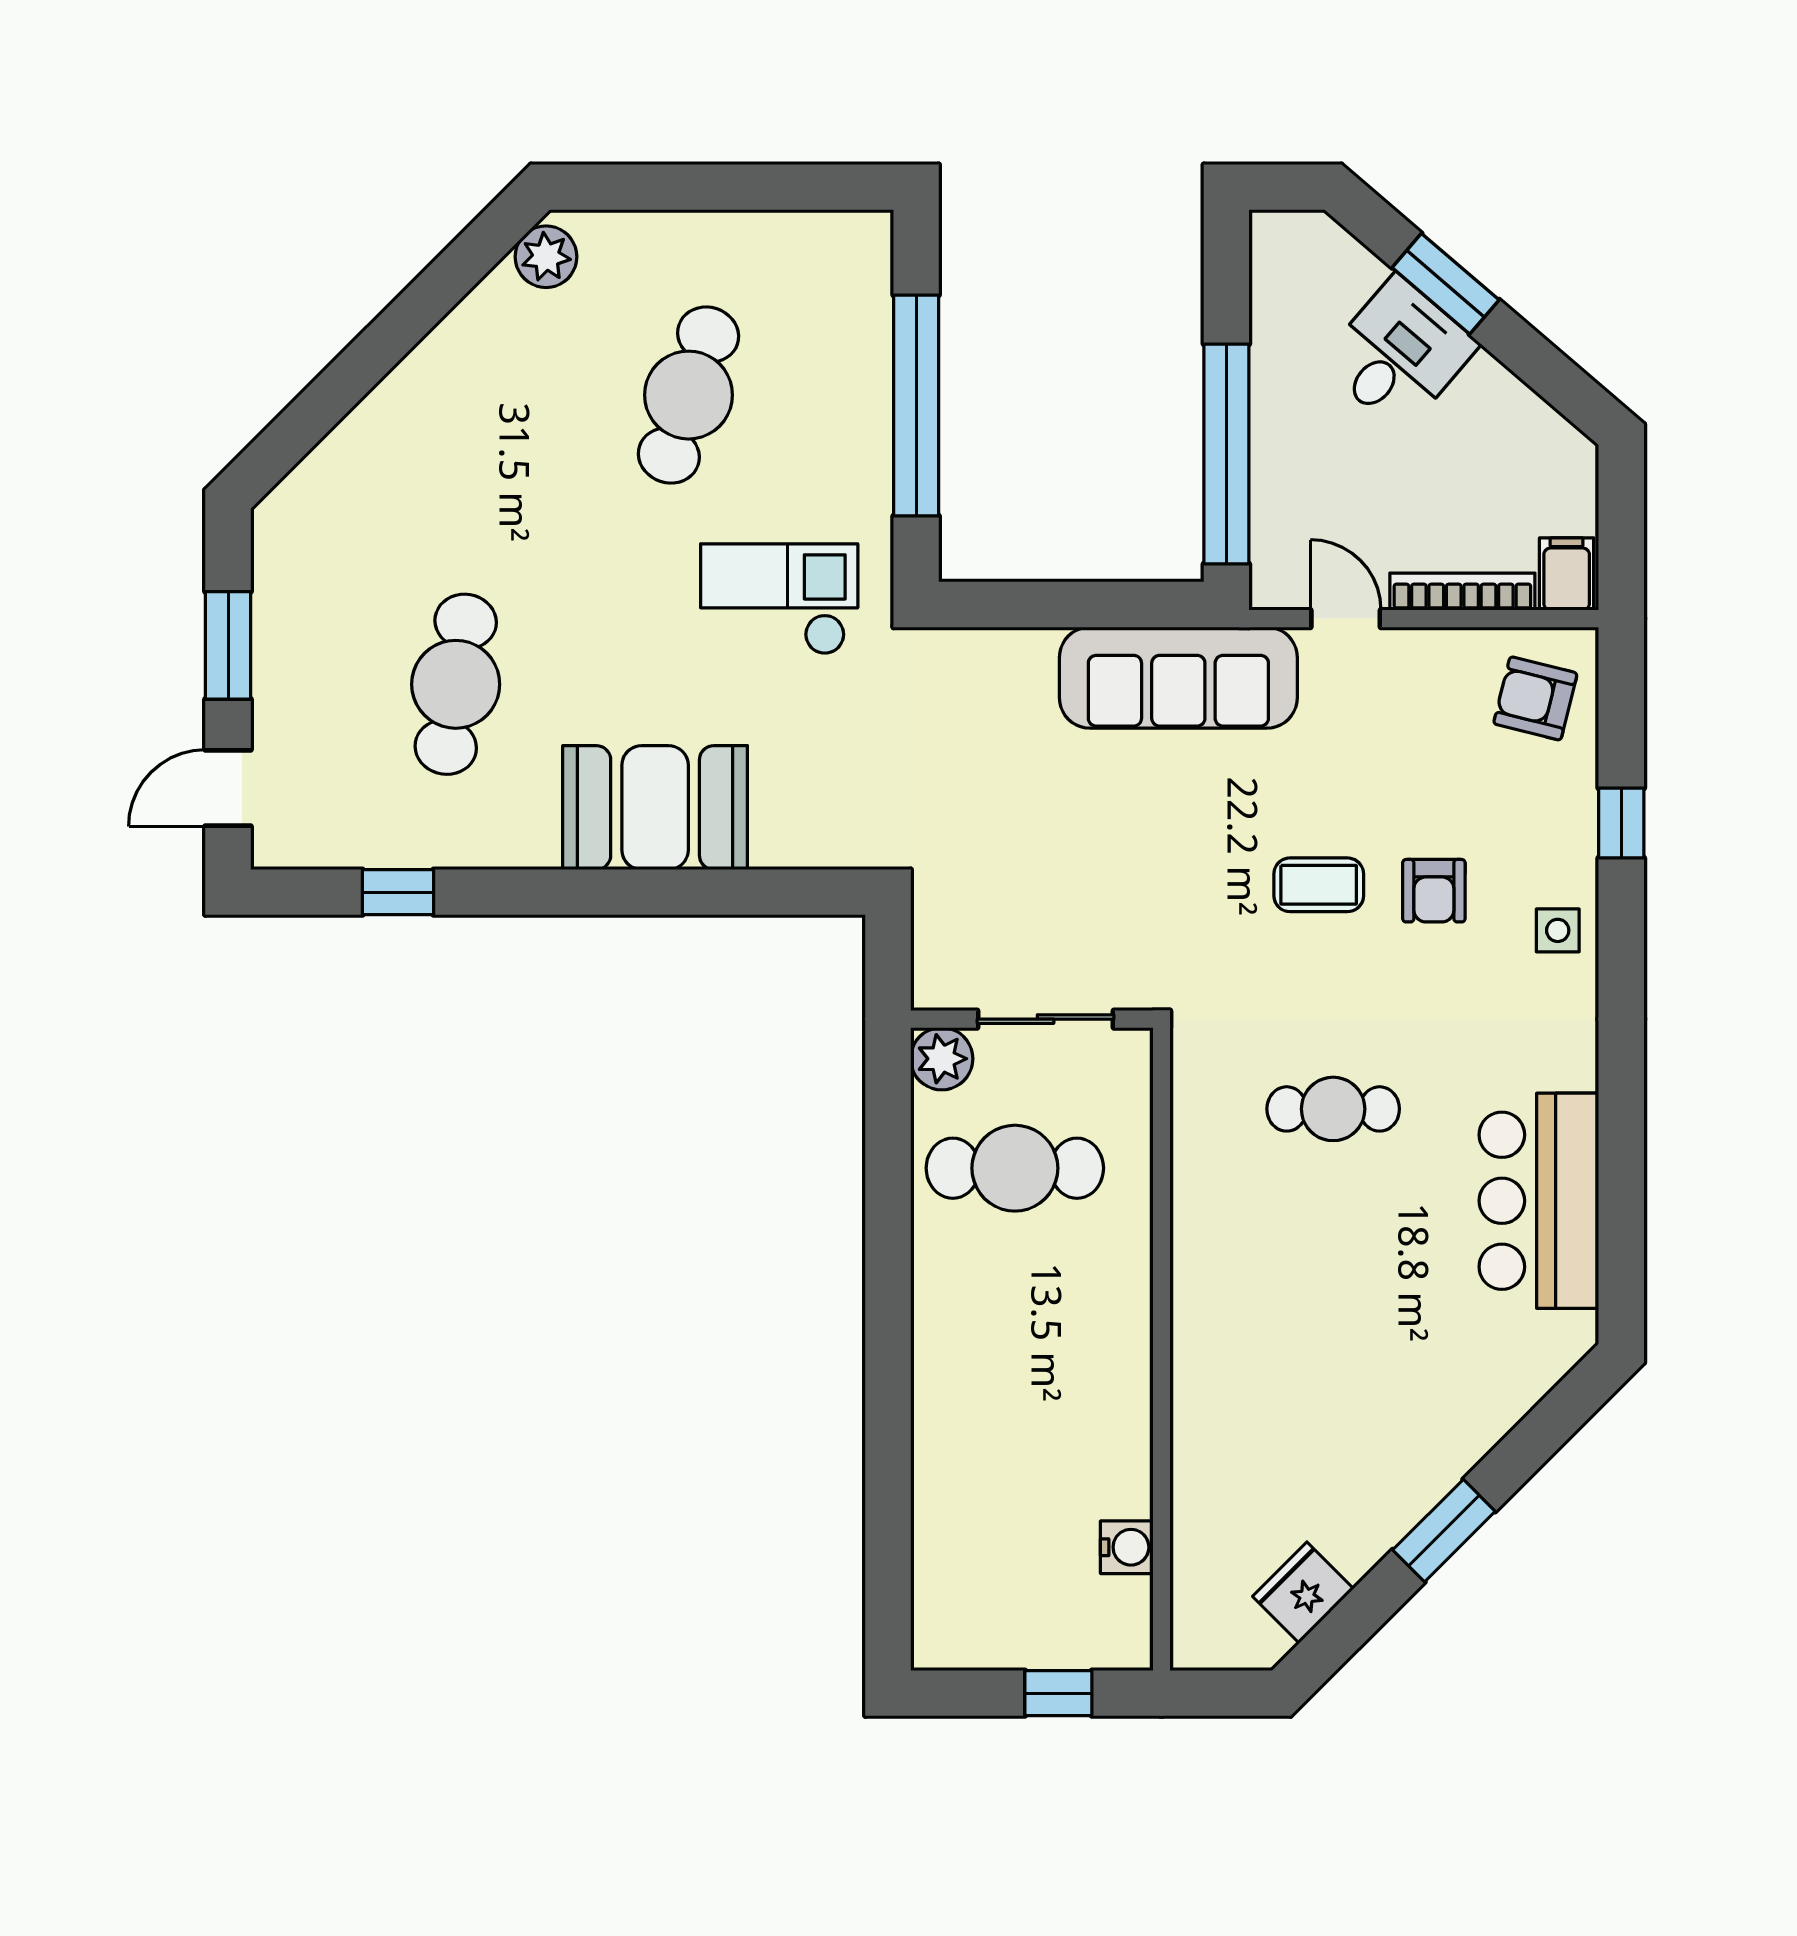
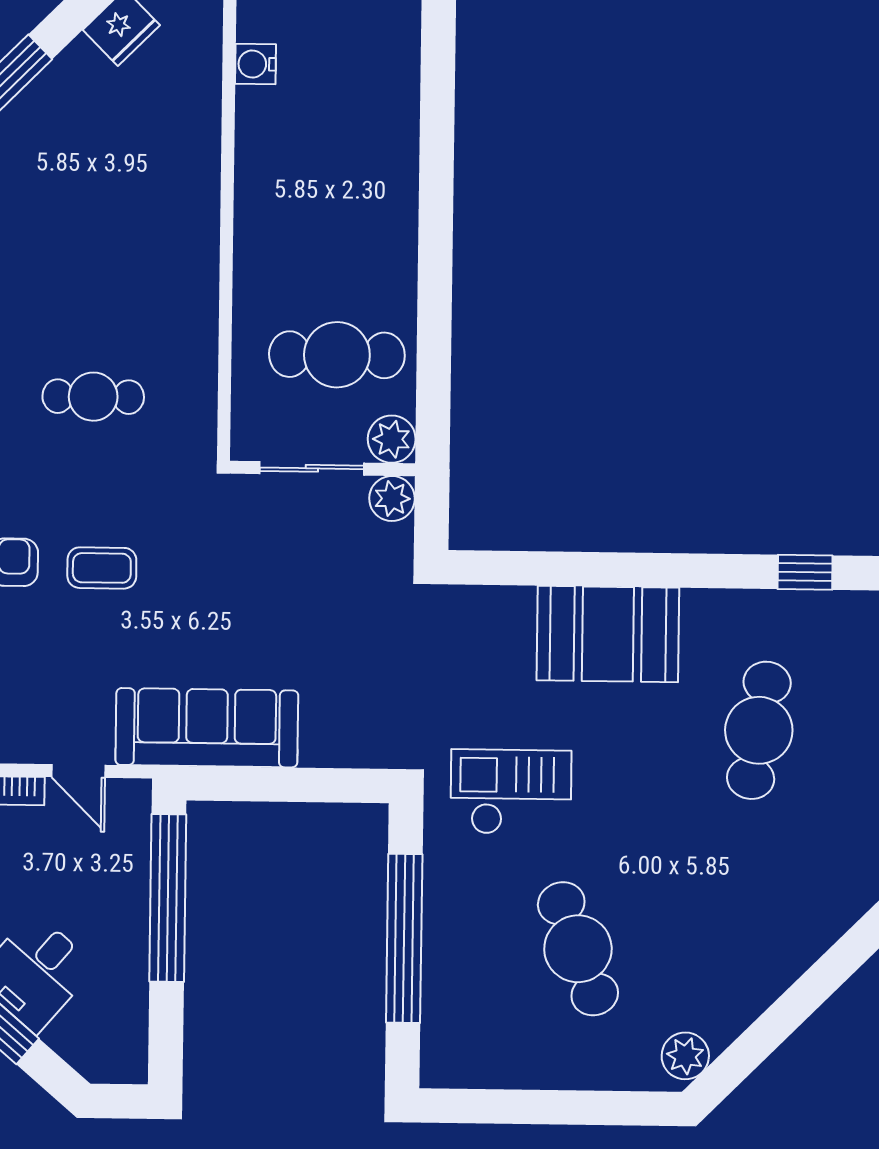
cafe table: (688, 395) -> (578, 949), turned -39
checkout: (779, 599) -> (511, 792), turned 180
plant: (940, 981) -> (392, 499), added

